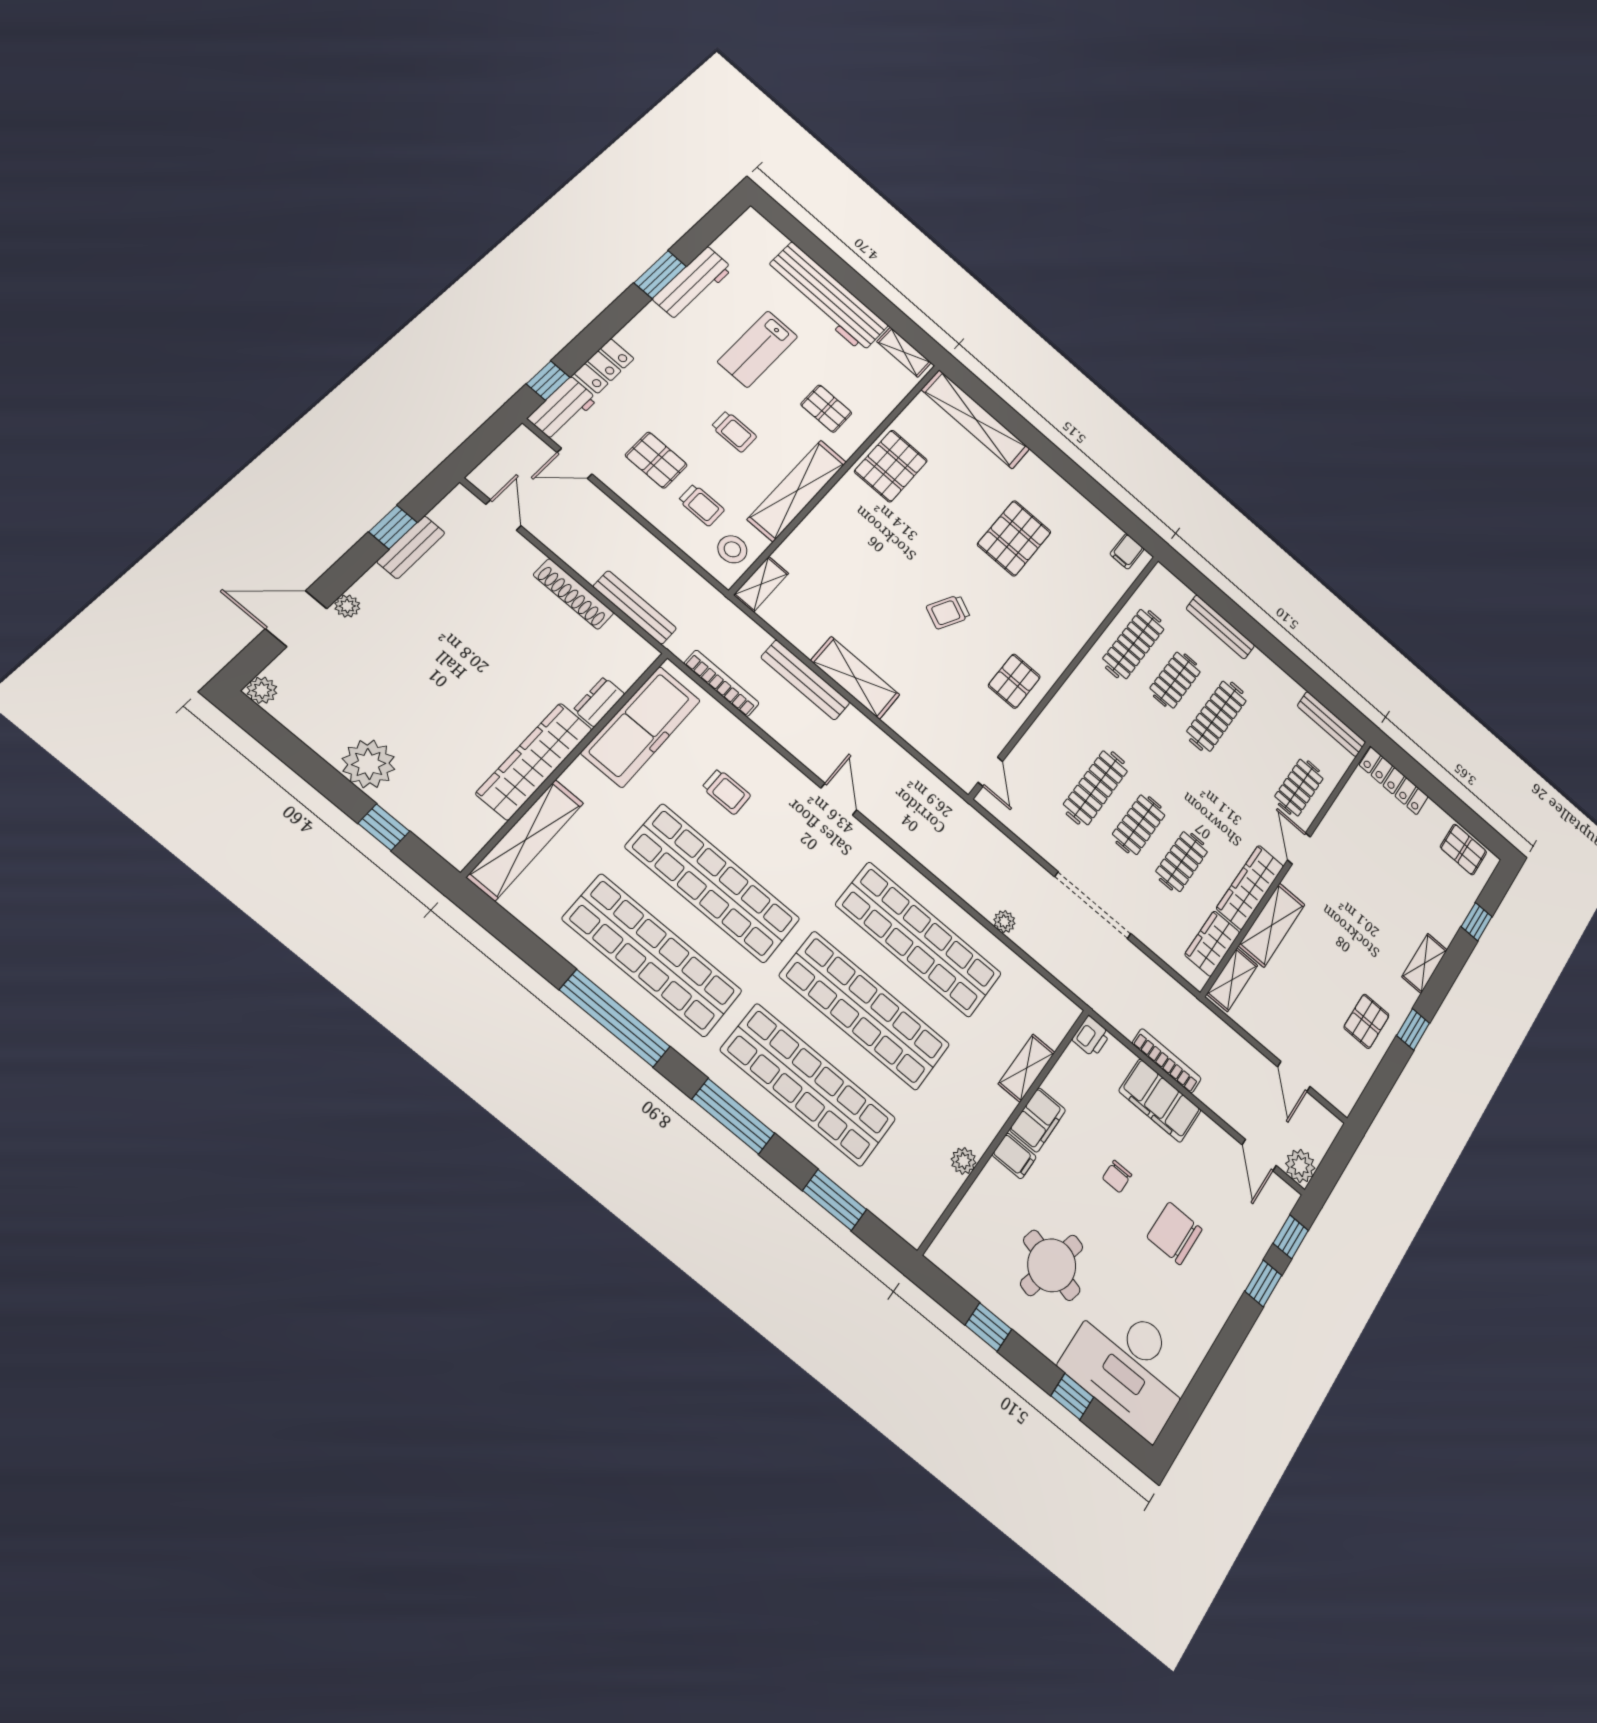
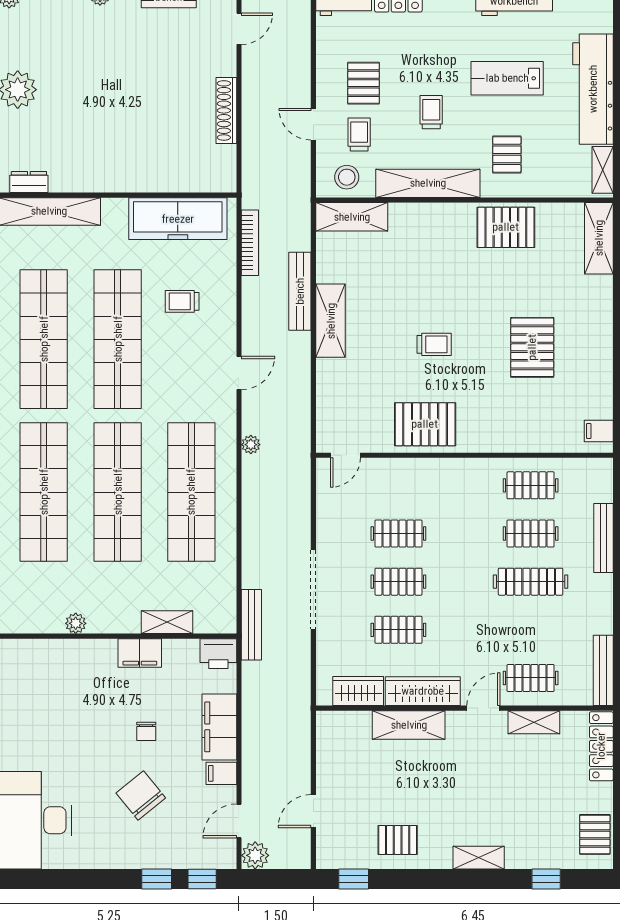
shelving: (976, 419) -> (599, 238), width x0.68
trolley: (734, 432) -> (431, 112), turned 180
door: (574, 463) -> (313, 124), moved
trolley: (701, 505) -> (359, 134), turned 180
pallet: (1014, 538) -> (532, 347), turned 90
shelving: (761, 584) -> (352, 217), width x1.50, depth x1.33
bench: (635, 607) -> (251, 625), moved
trolley: (948, 612) -> (434, 344), turned 153
clothes rail: (1133, 644) -> (531, 485), width x0.73
pallet: (1014, 681) -> (425, 424), width x1.50, depth x1.42
dresser: (599, 702) -> (29, 182), moved
wardrobe: (534, 761) -> (101, 177), removed
clothes rail: (1096, 788) -> (398, 533), width x0.73
trolley: (726, 792) -> (182, 301), turned 90
plant: (1004, 922) -> (251, 445), moved
shelving: (1232, 980) -> (534, 722), moved
window: (1413, 1029) -> (354, 879), moved
printer: (1091, 1037) -> (218, 654), width x1.36, depth x1.24
bookcase: (1167, 1061) -> (250, 713), removed
filing cabinet: (1014, 1156) -> (221, 773), moved, turned 90
chair: (1117, 1176) -> (146, 731), turned -90
chair: (1175, 1233) -> (141, 795), turned -39
round table: (1052, 1265) -> (57, 726), removed

